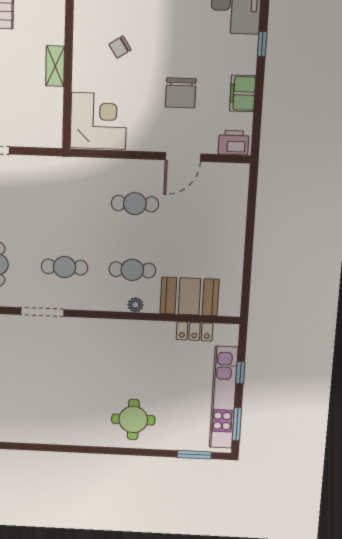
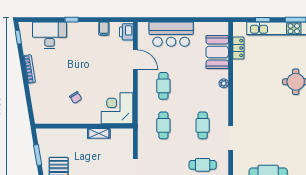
shelving: (55, 66) -> (99, 133), moved
chair: (181, 93) -> (100, 63), removed
filing cabinet: (243, 93) -> (104, 29), width x0.50
bar counter: (225, 220) -> (171, 34), added
cafe table: (132, 270) -> (163, 125), moved

